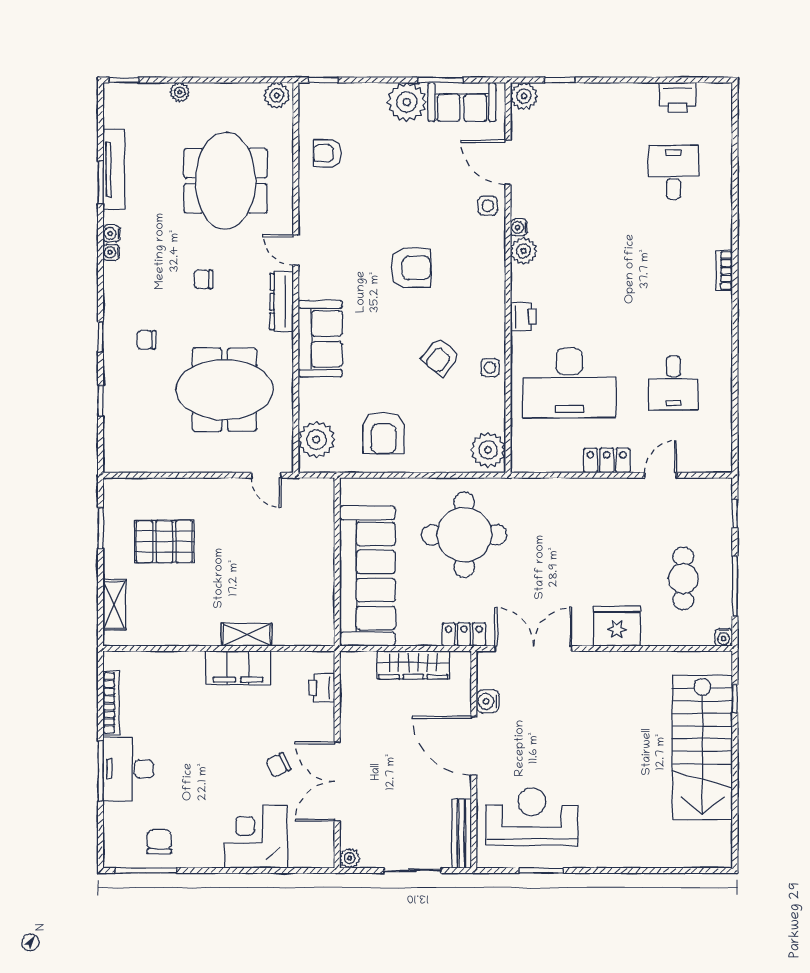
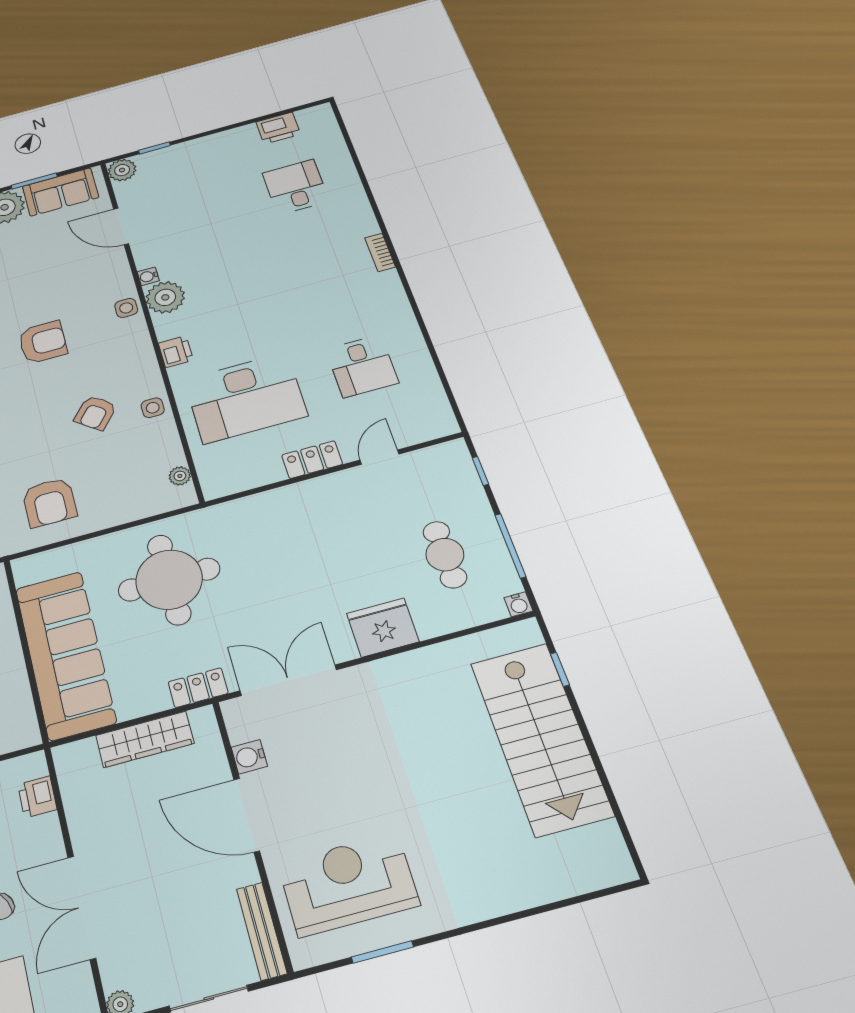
side table: (488, 206) -> (126, 308), moved
plant: (523, 251) -> (165, 297), width x1.36, depth x1.36
plant: (488, 450) -> (180, 476), width x0.53, depth x0.53

